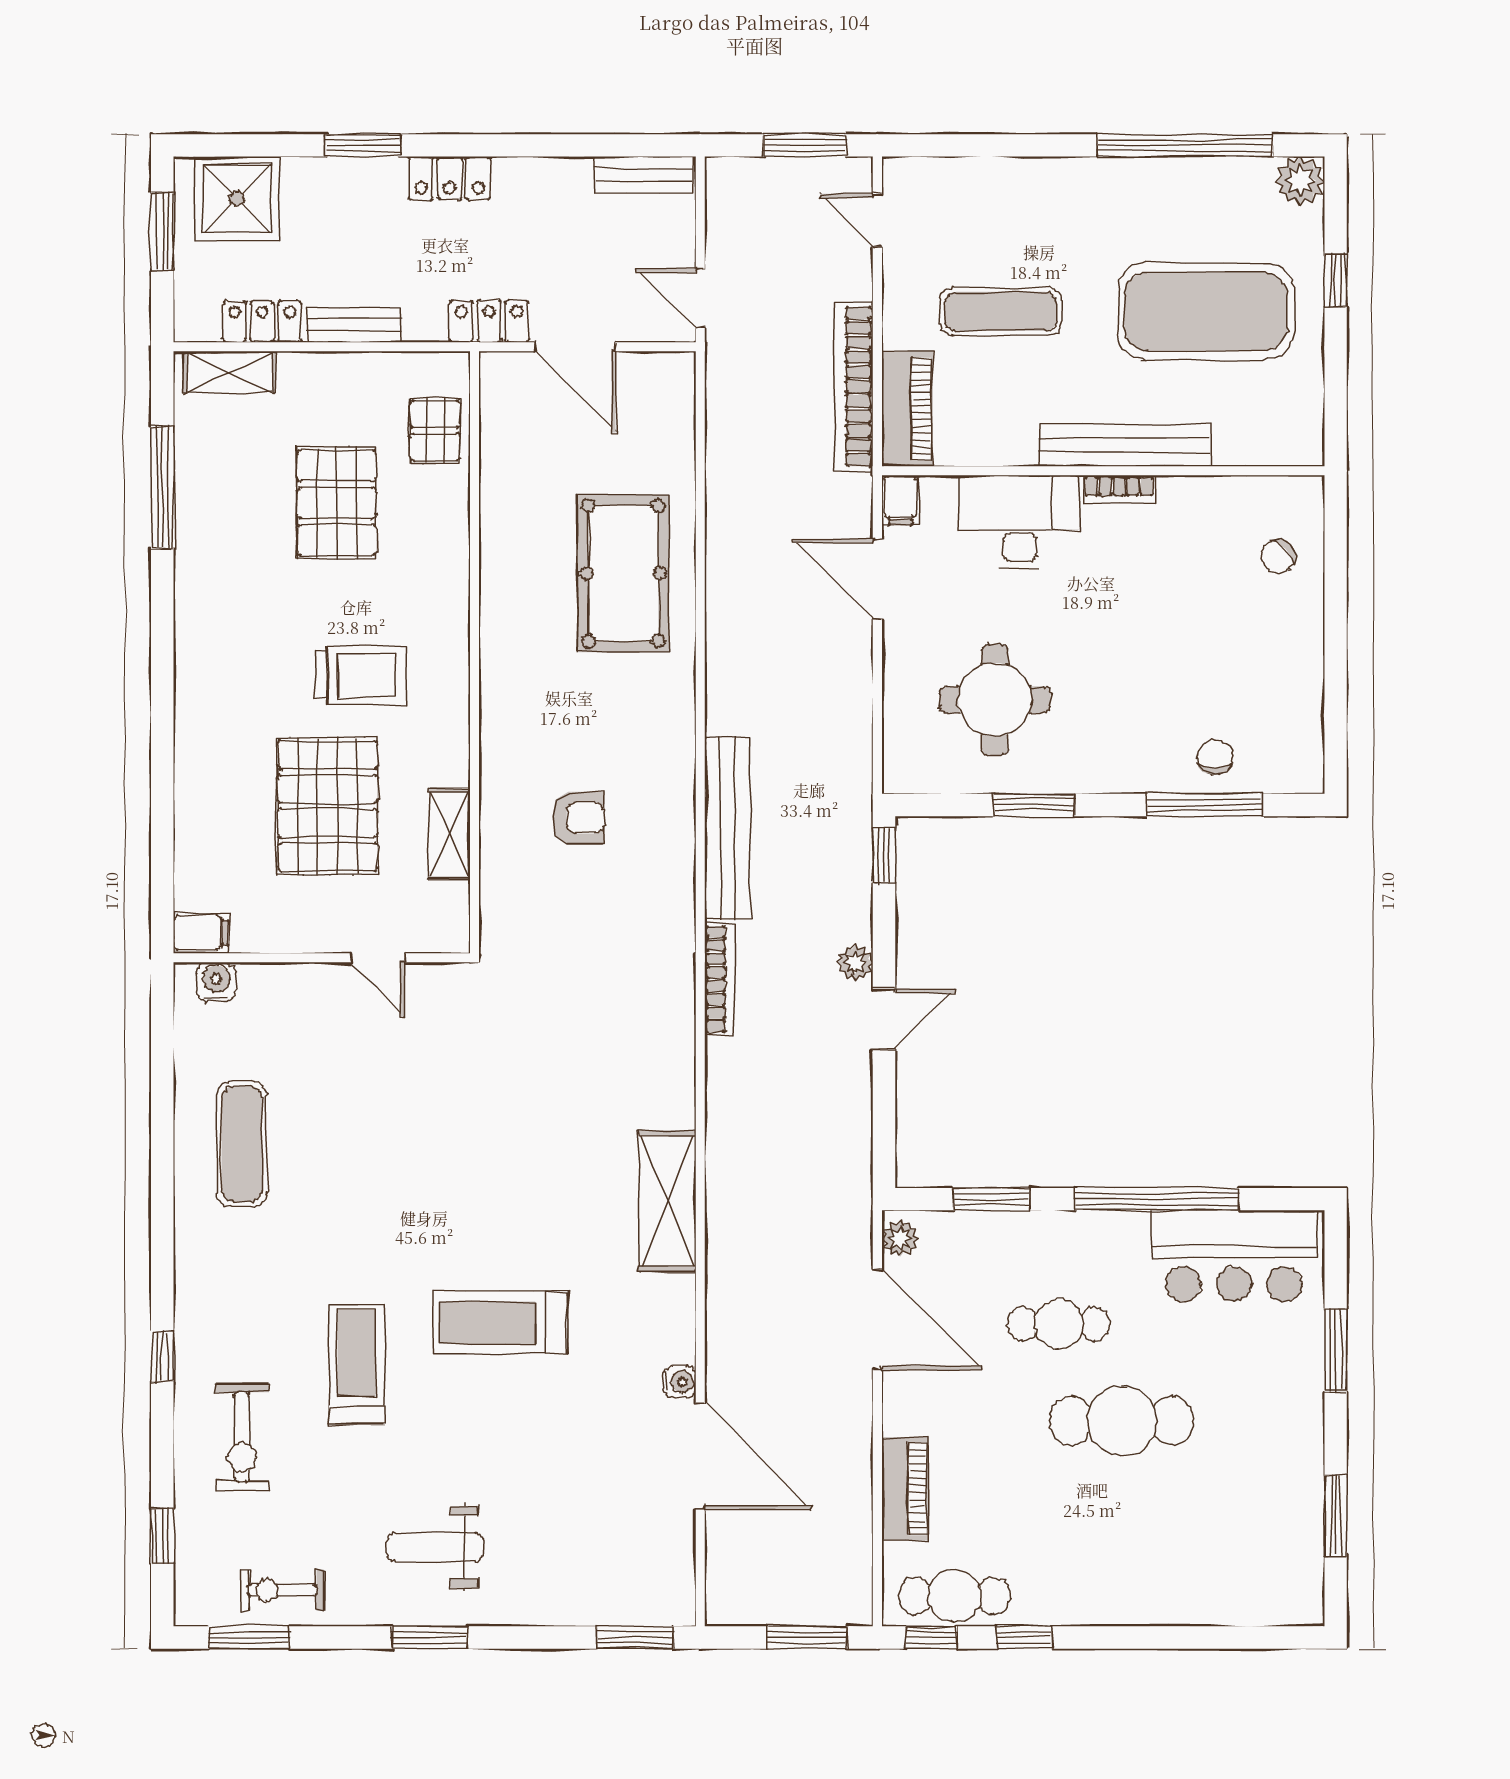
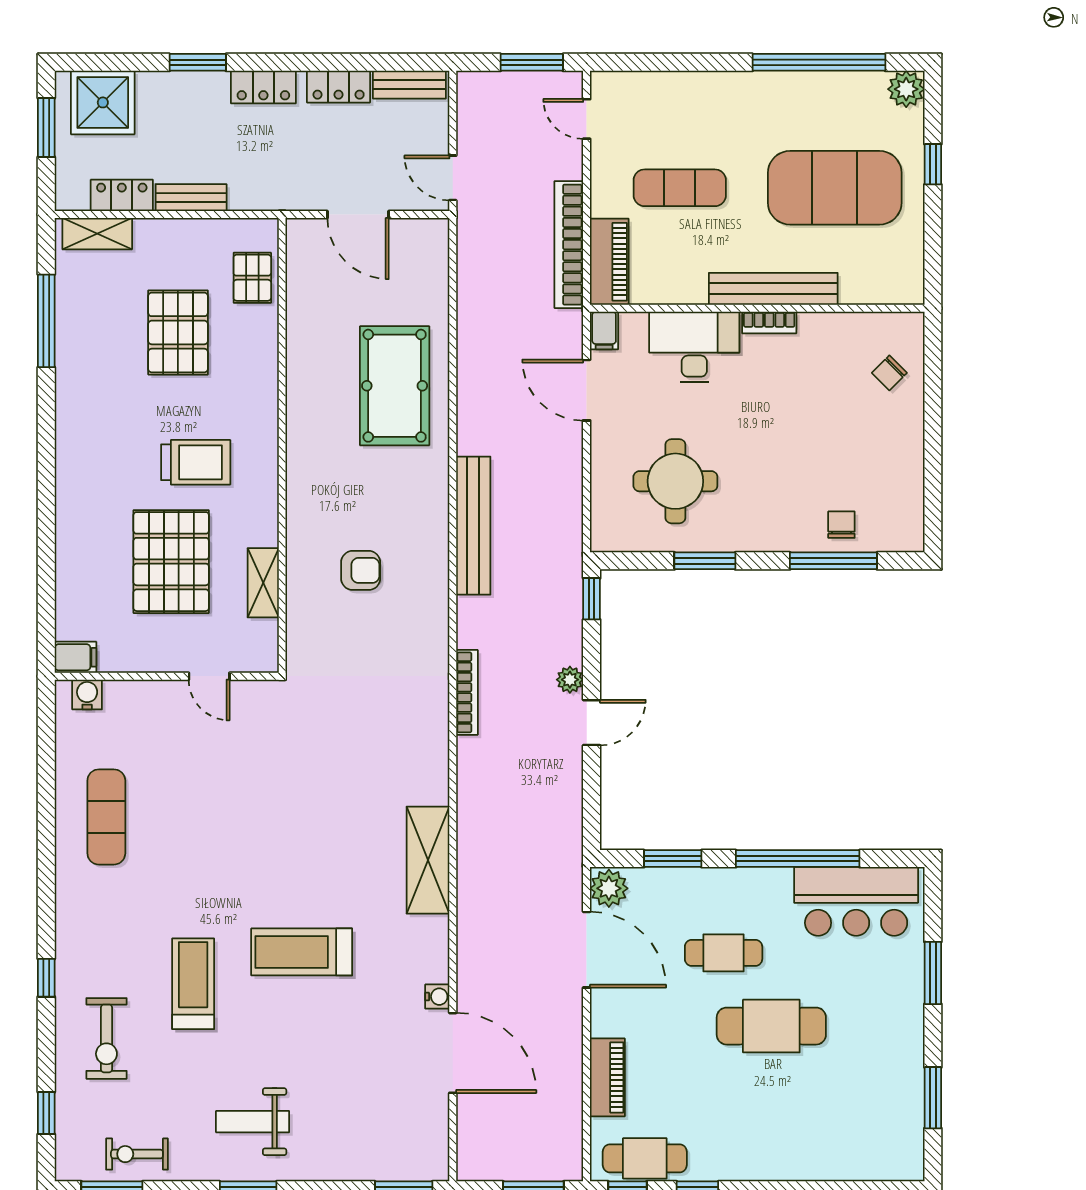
locker: (489, 321) -> (339, 87), moved, turned 180
bench: (727, 828) -> (473, 526), moved
plant: (900, 1238) -> (609, 888), width x1.38, depth x1.38

